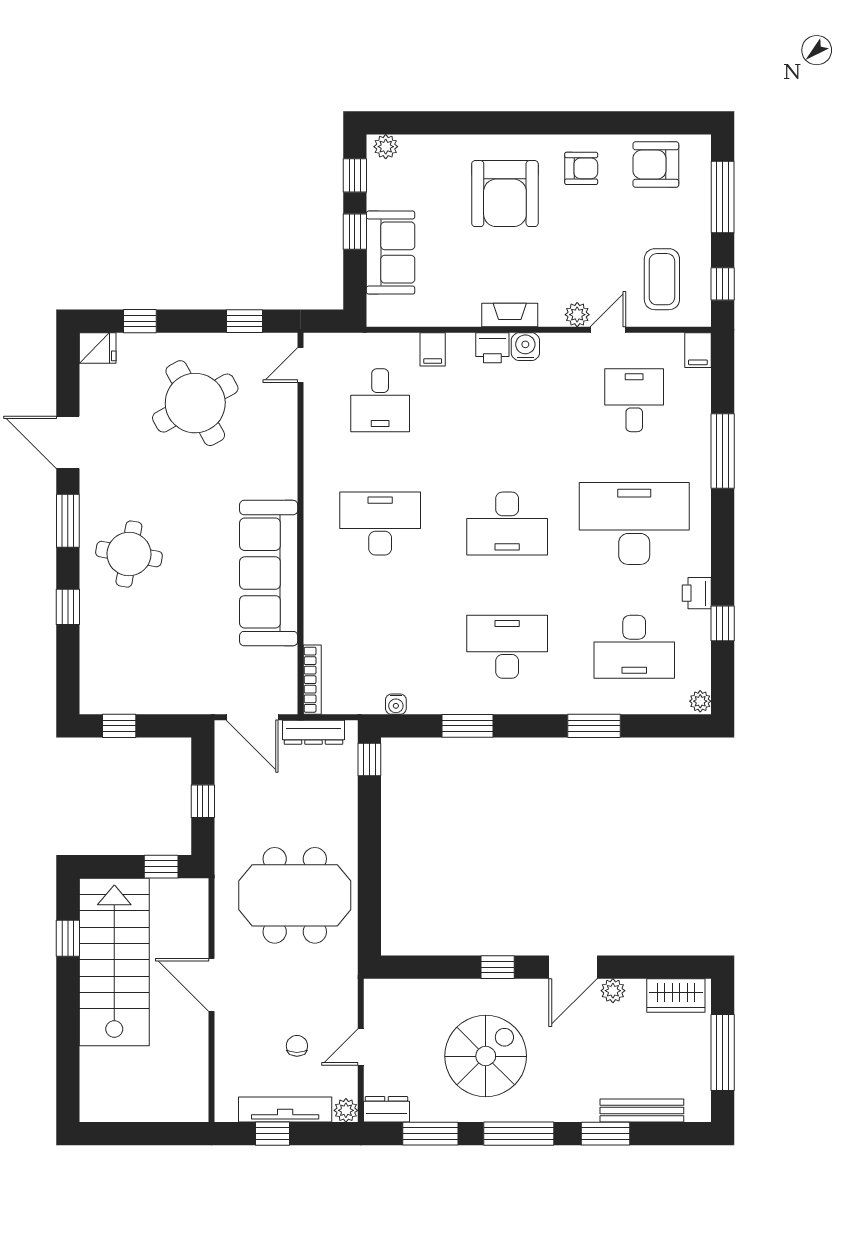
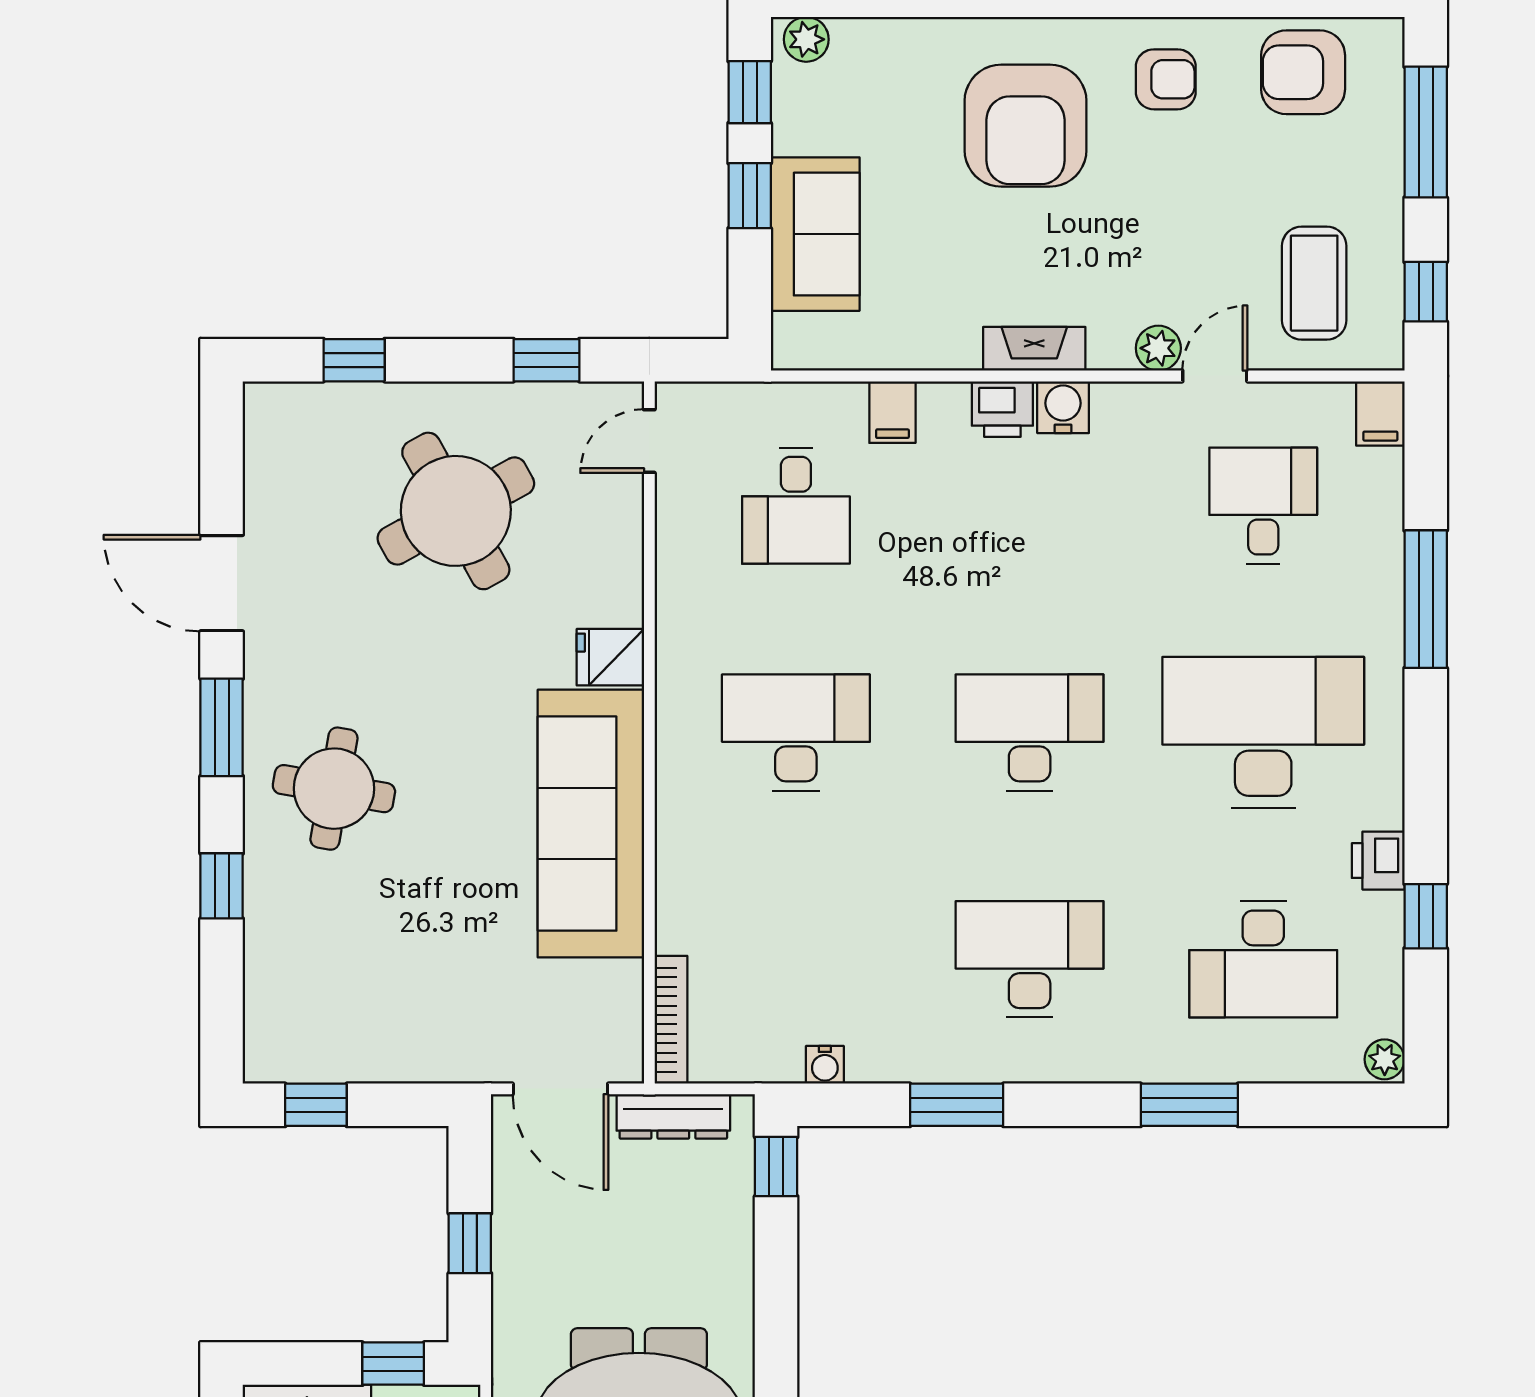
fridge: (98, 348) -> (610, 657), moved, turned 180
desk: (507, 524) -> (1030, 732), turned 180

